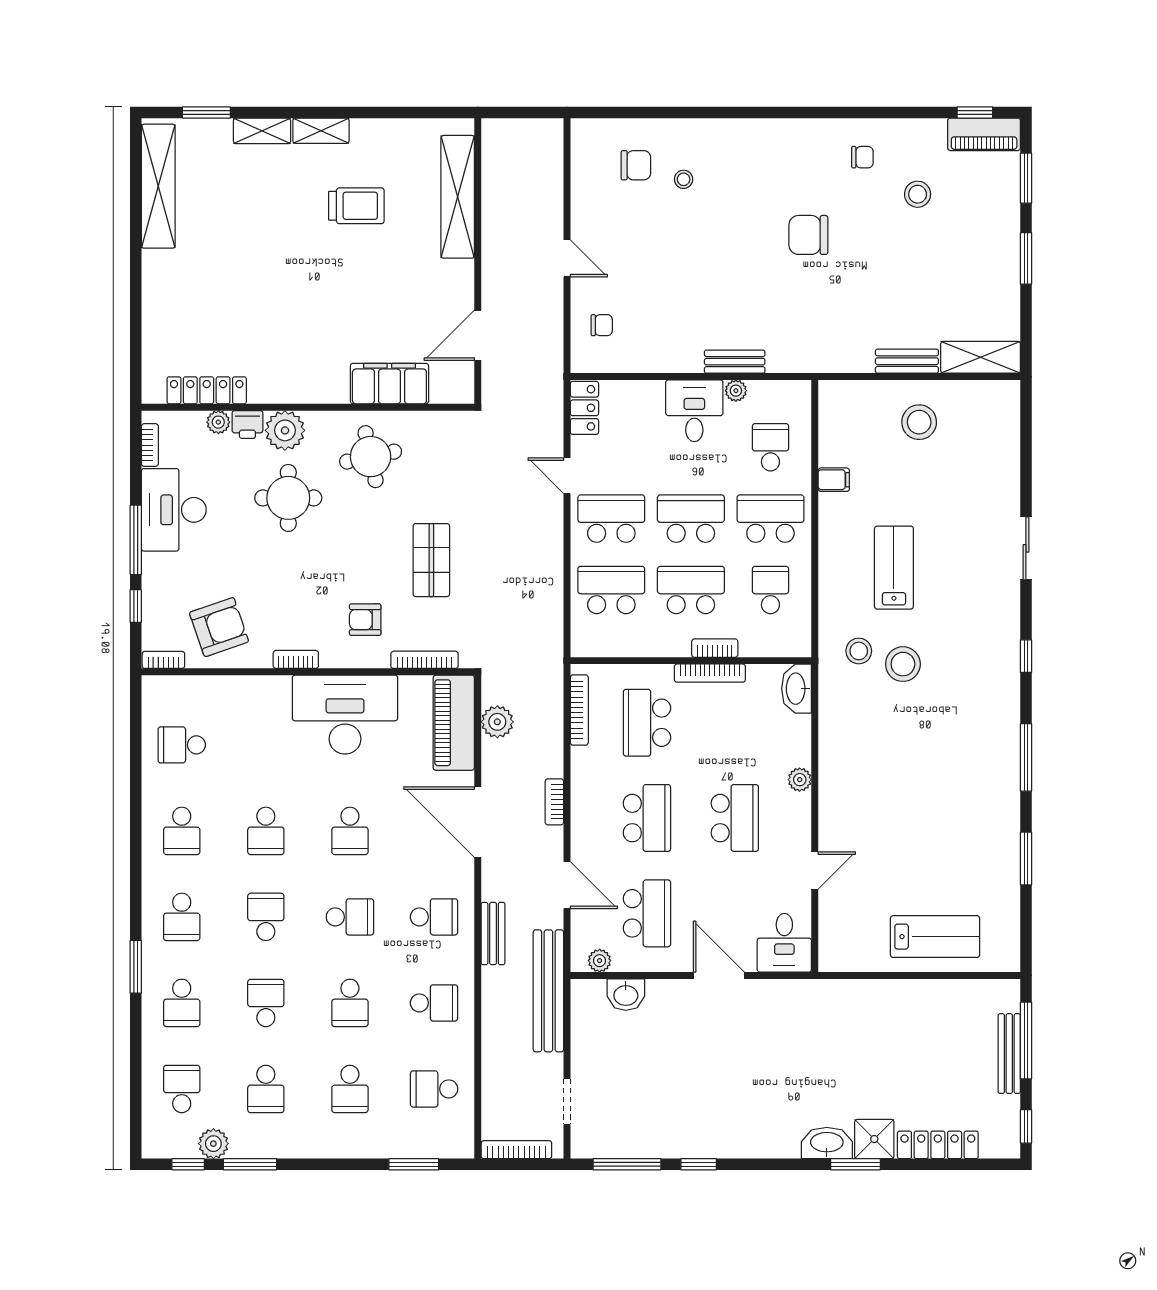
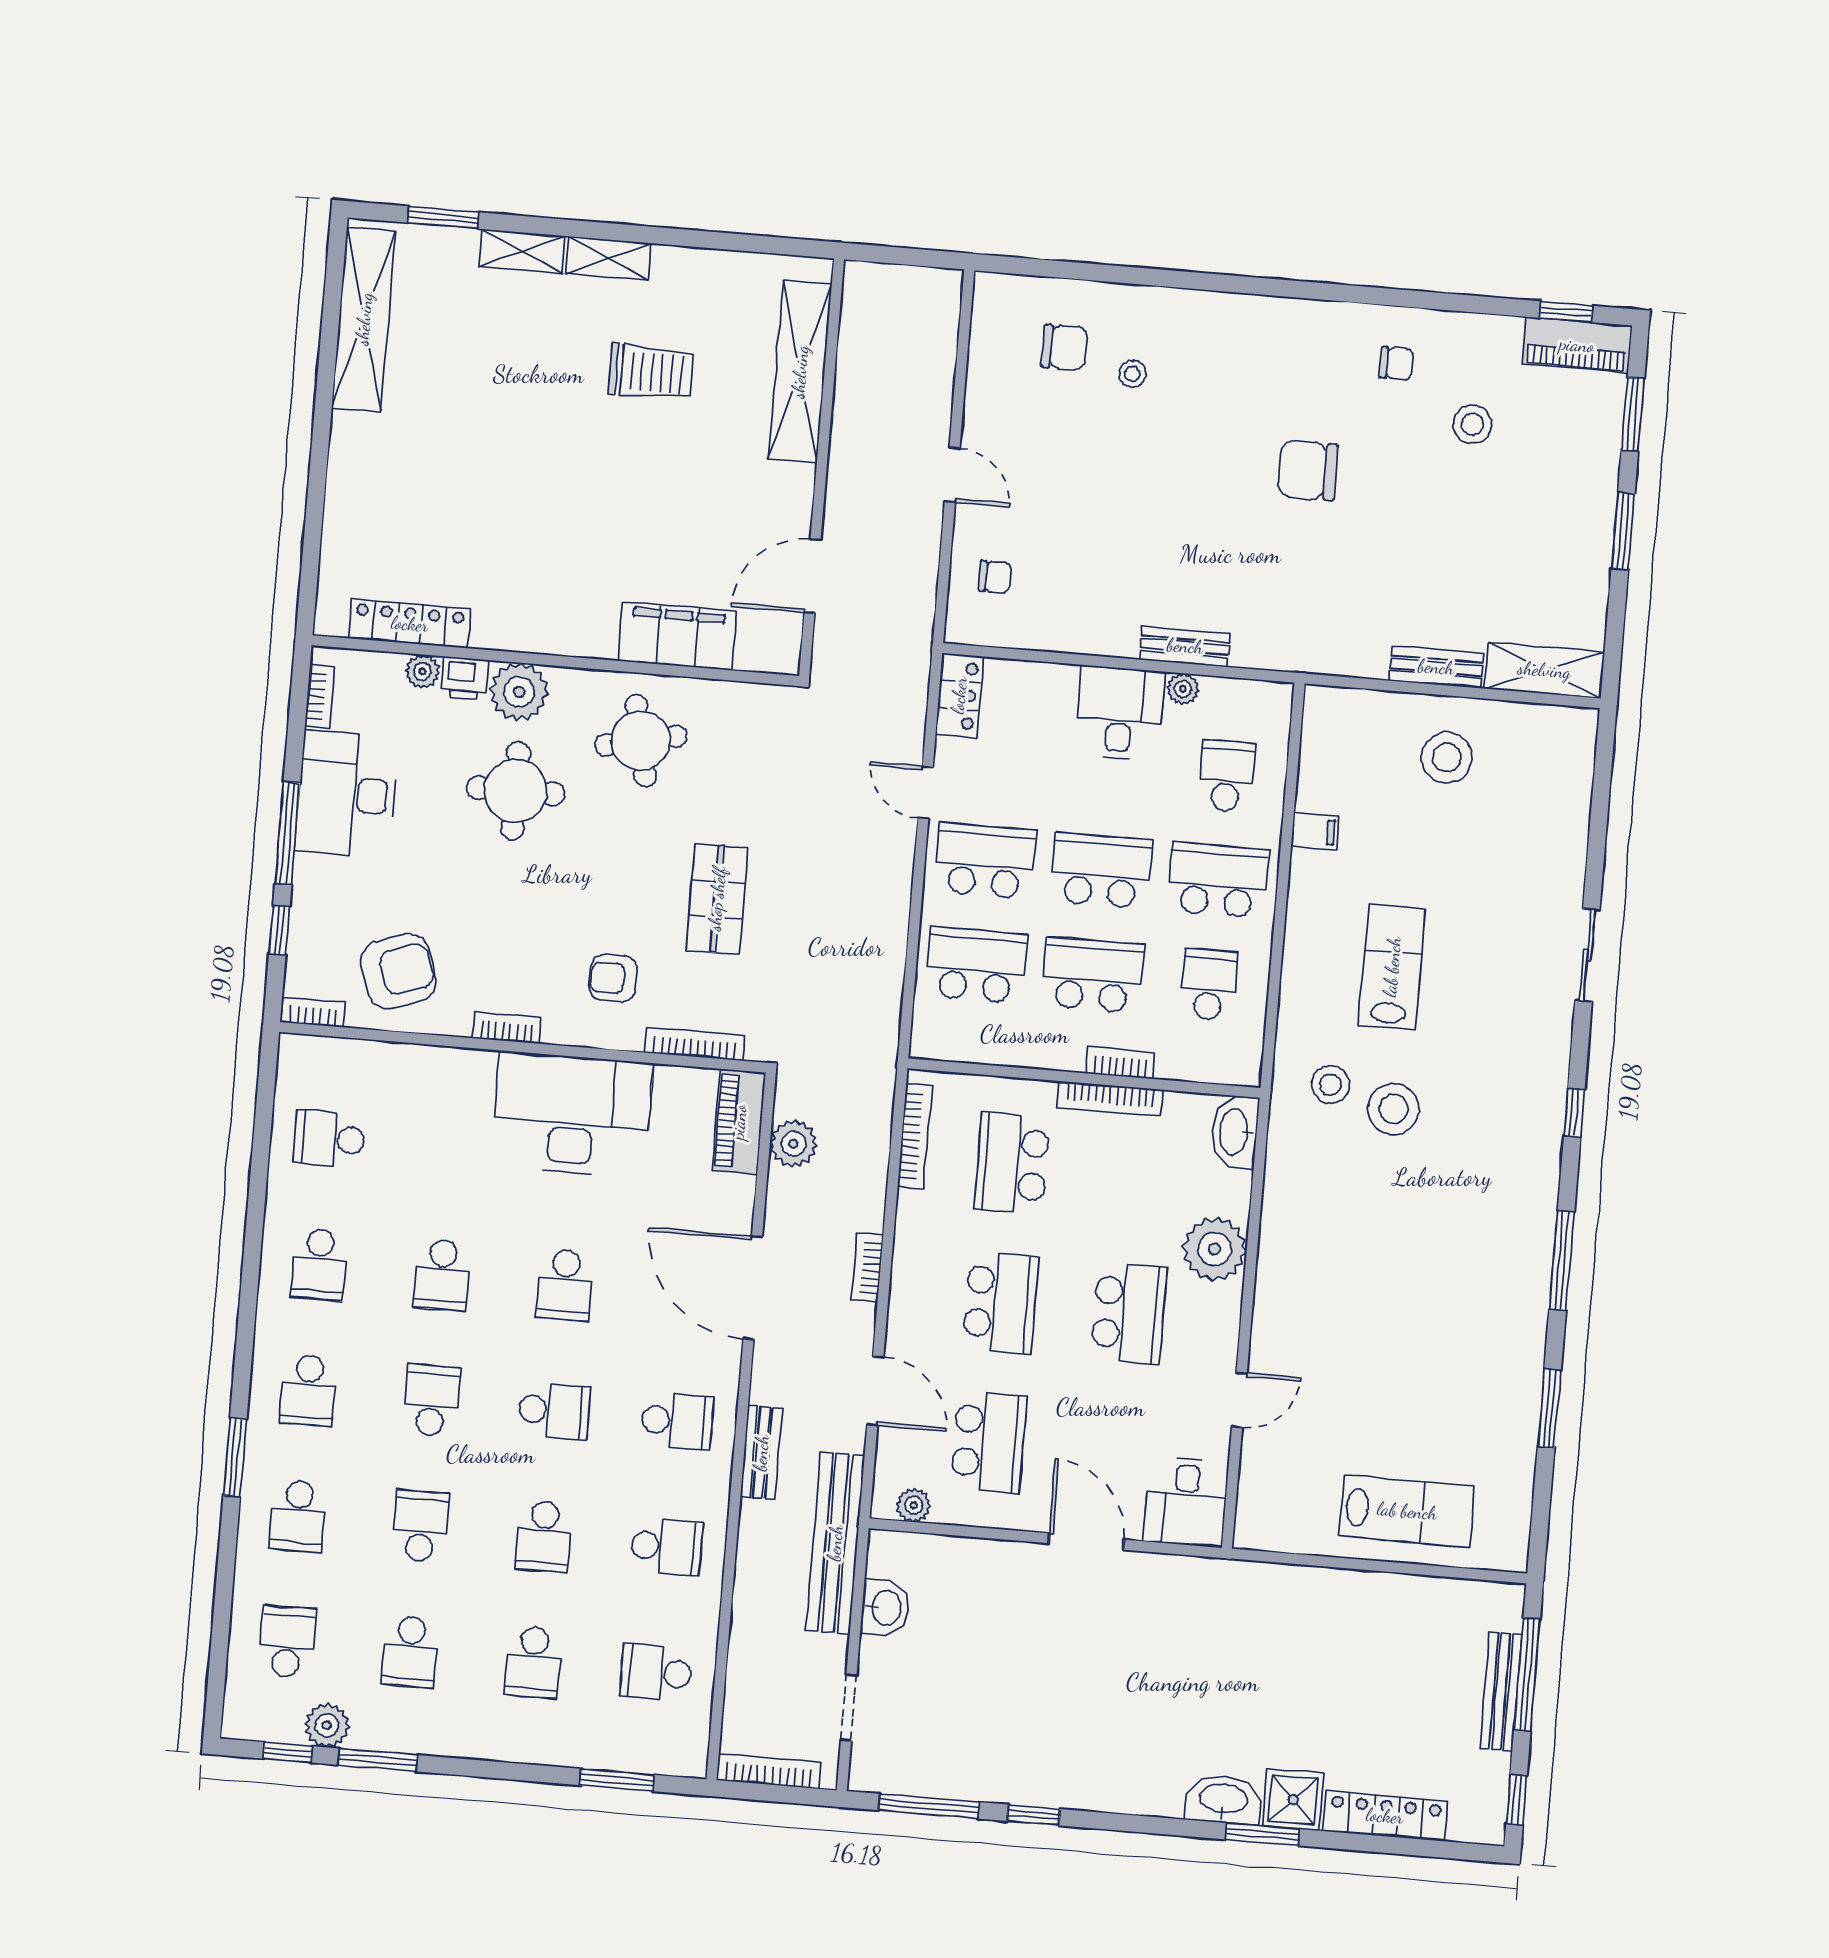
piano: (454, 723) -> (739, 1122), width x0.73, depth x0.75
plant: (800, 780) -> (1215, 1249), width x1.88, depth x1.88
washbasin: (626, 995) -> (885, 1608), moved, turned -90

